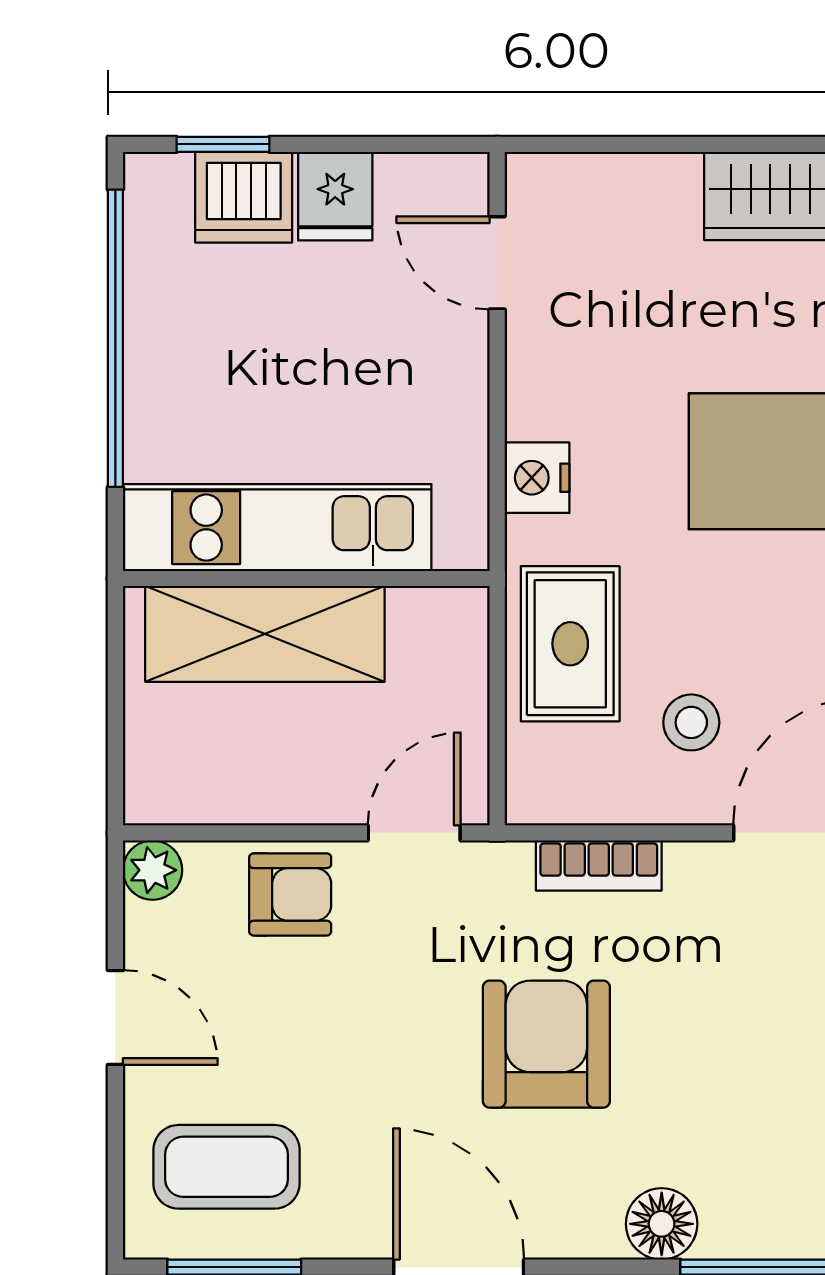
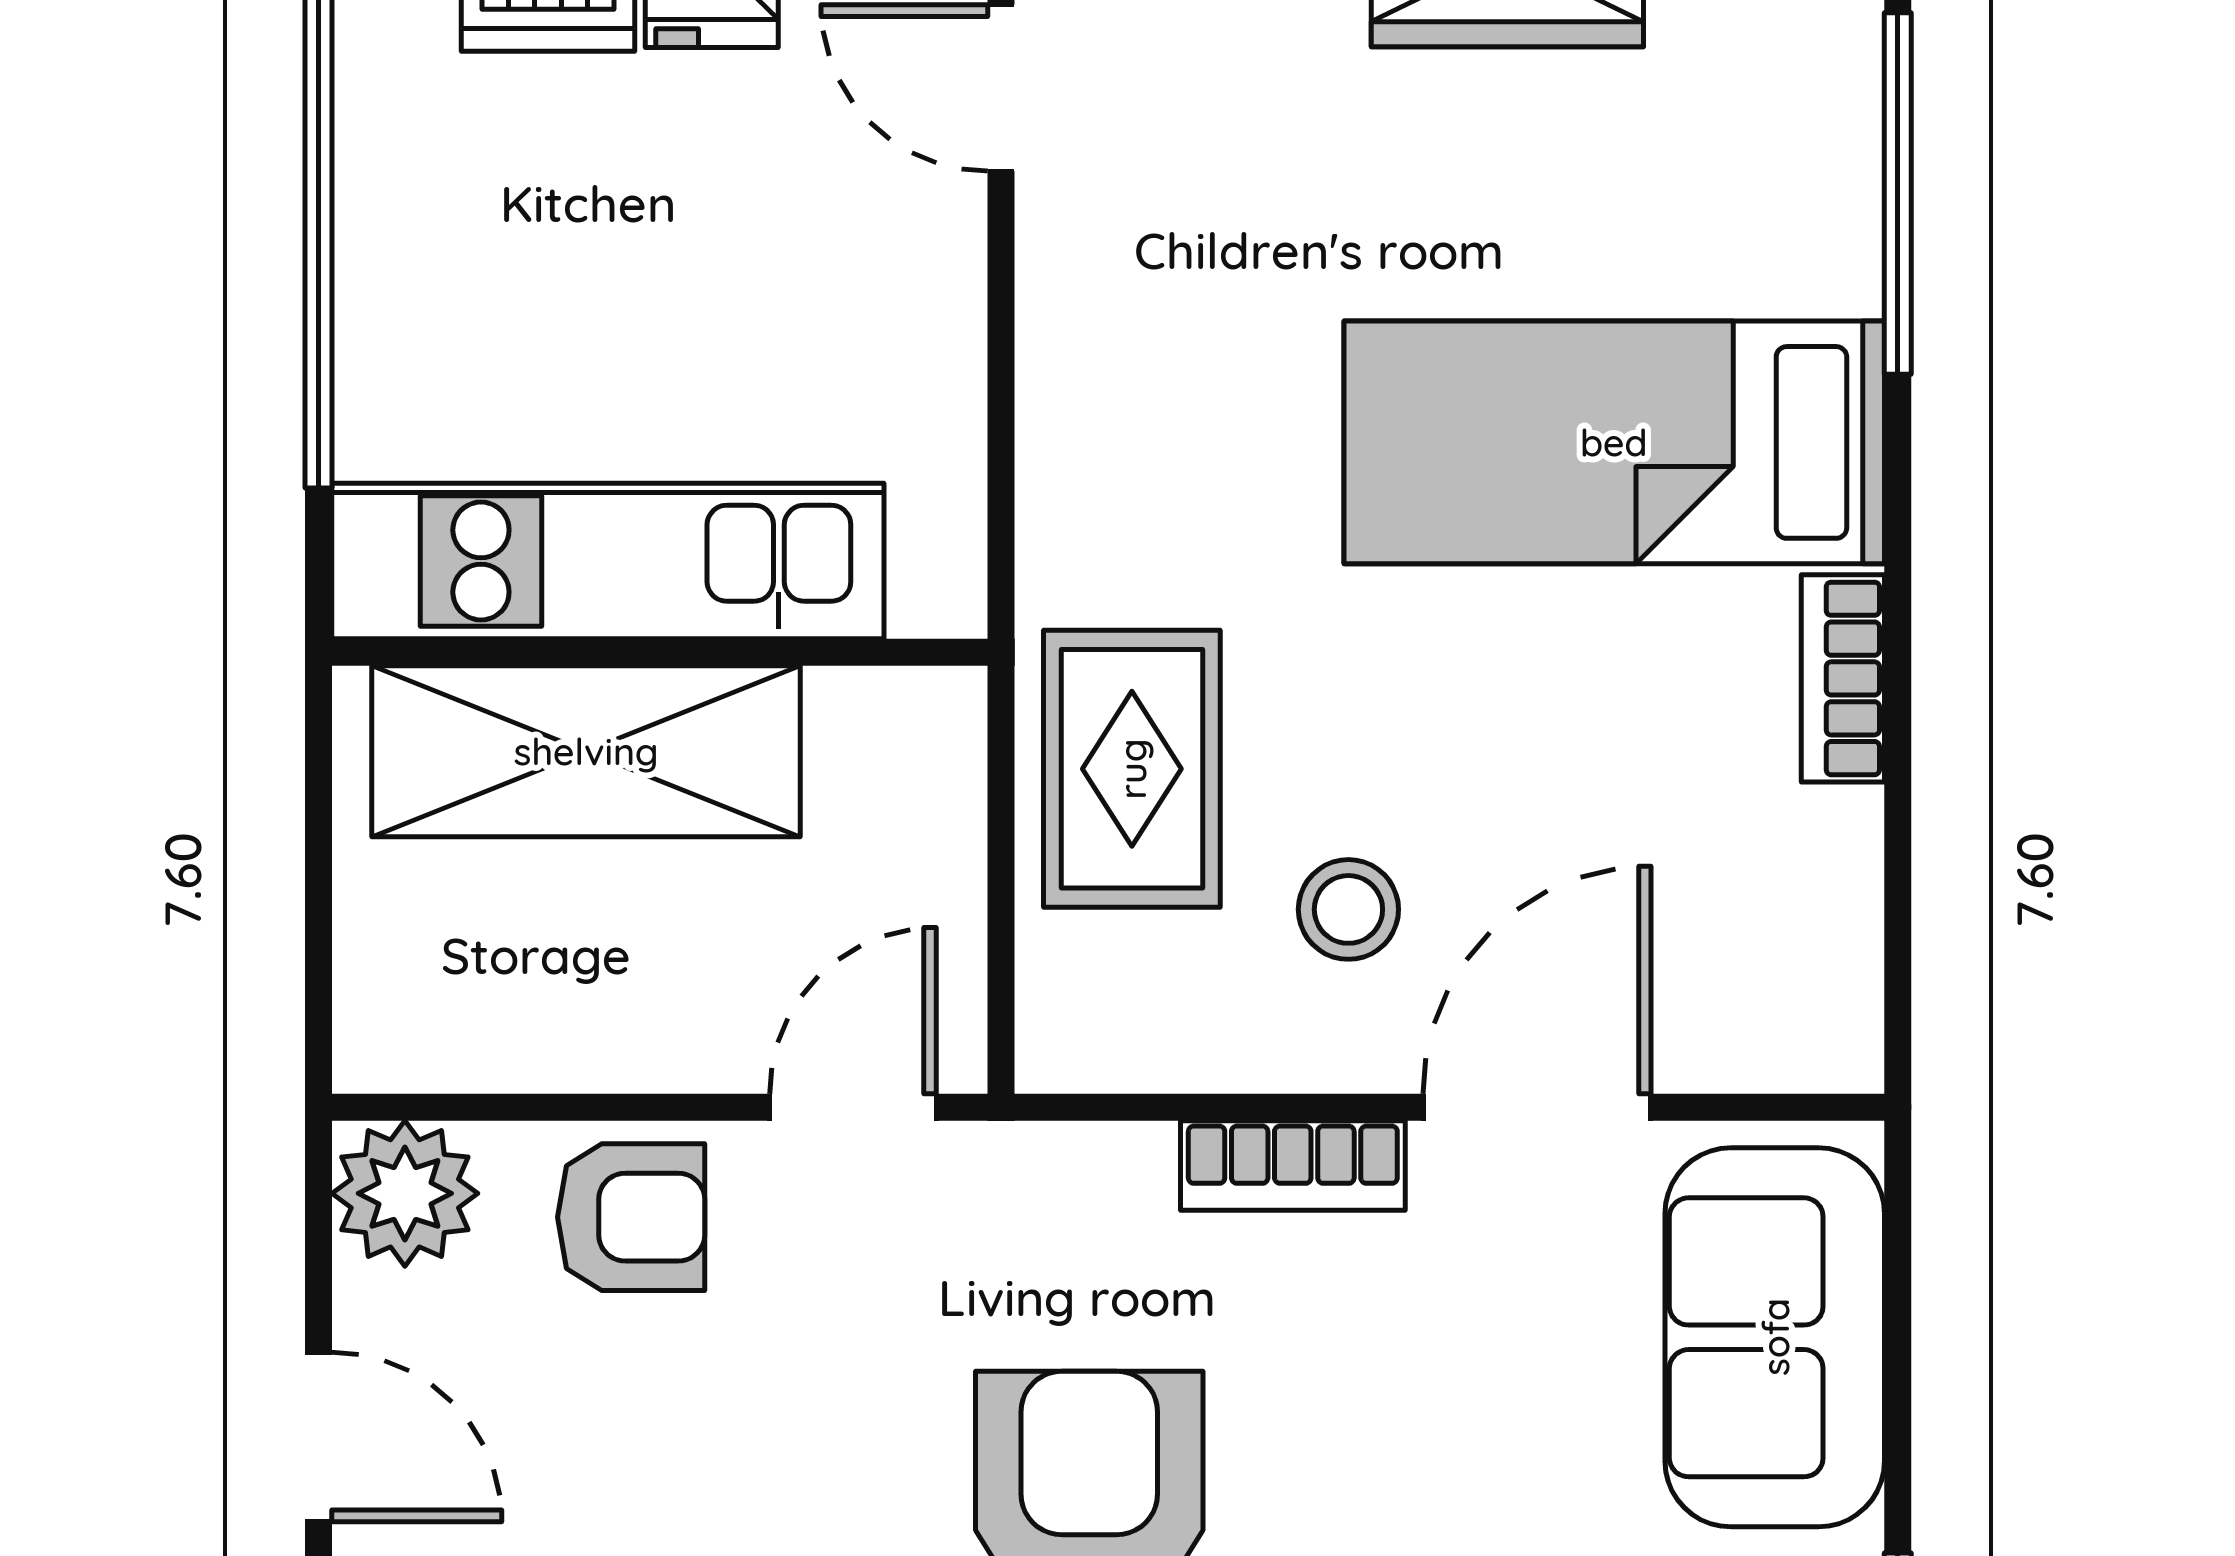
nightstand: (537, 478) -> (1072, 472), removed
bookcase: (599, 866) -> (1293, 1165), moved
plant: (153, 870) -> (405, 1193), width x1.38, depth x1.38

